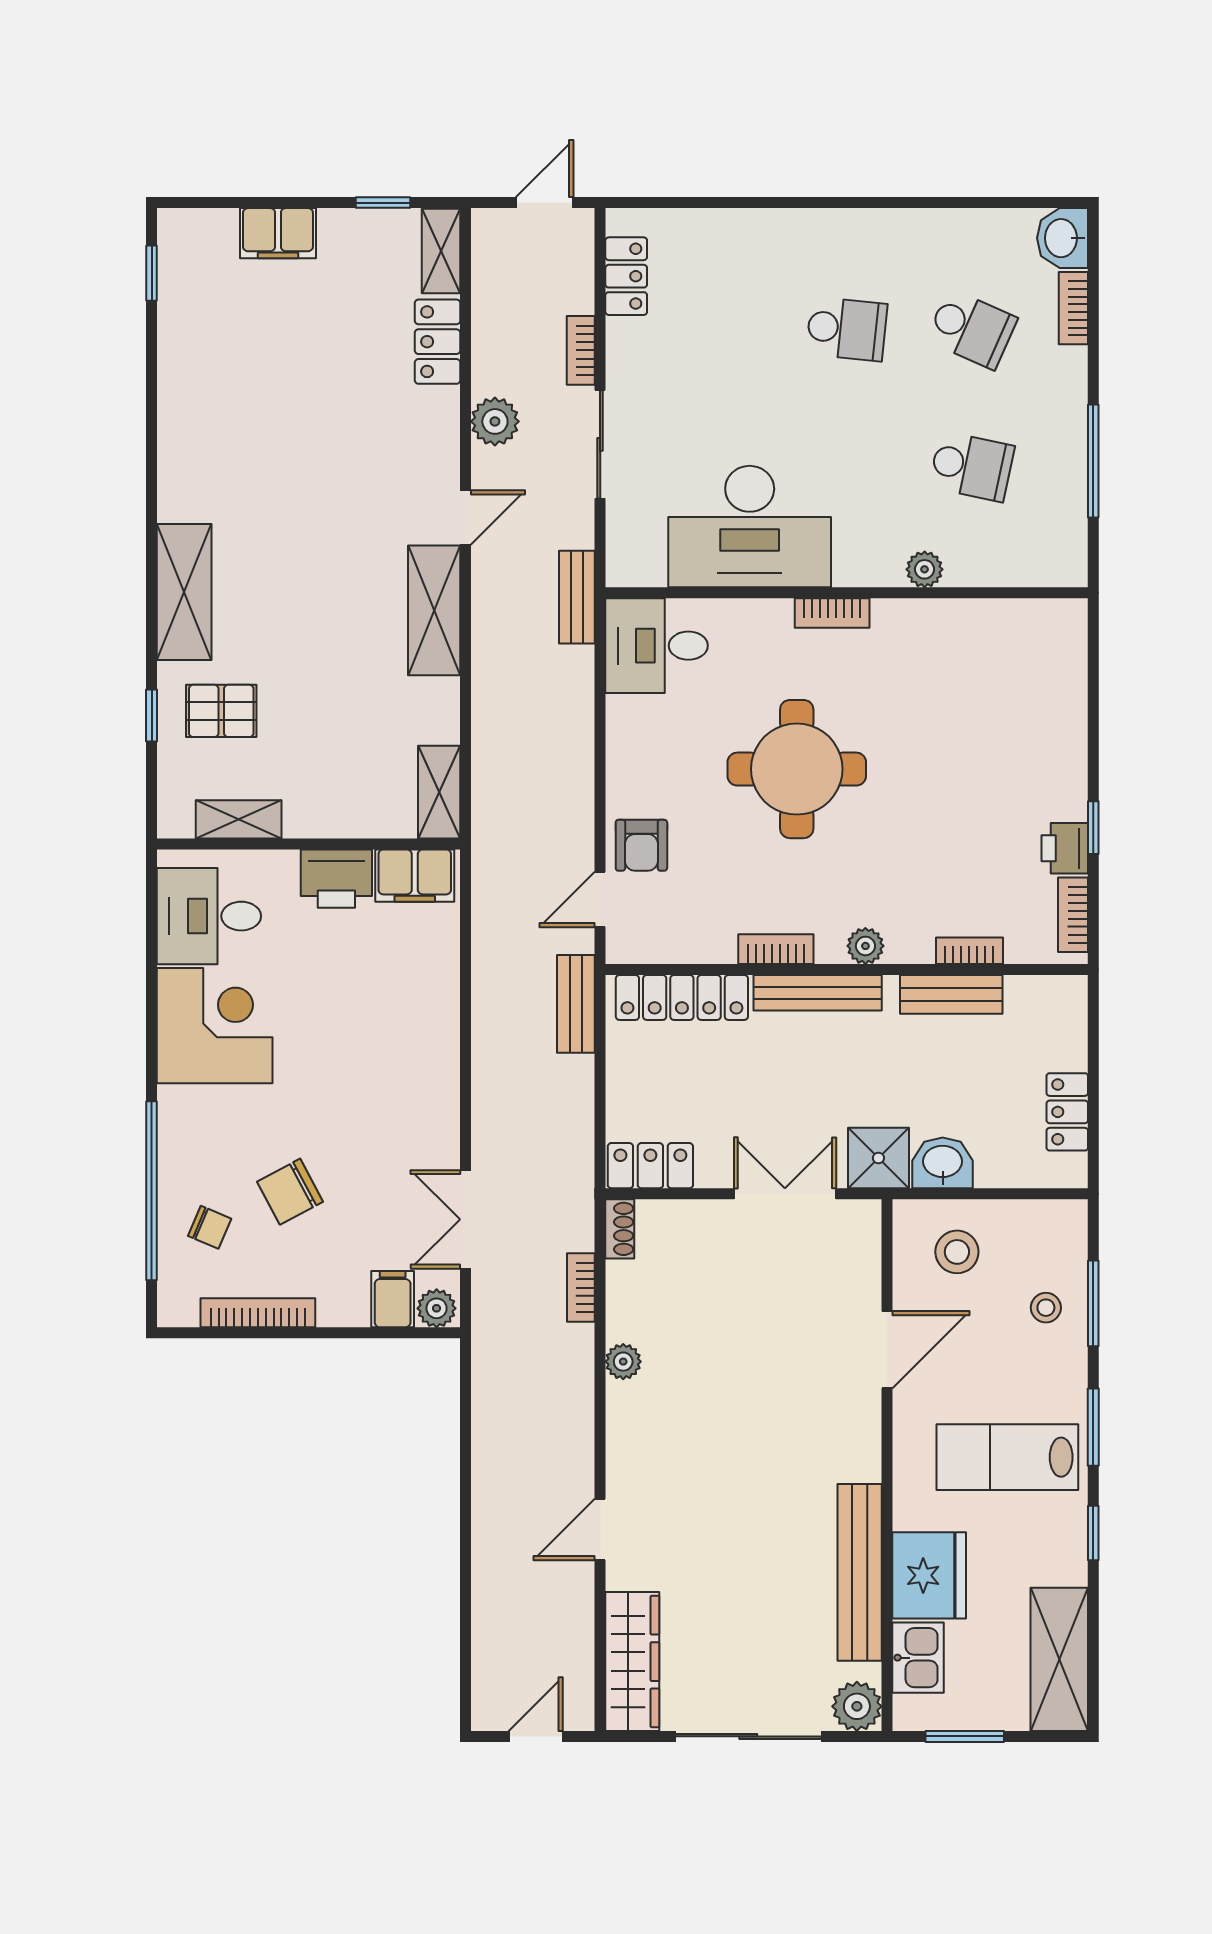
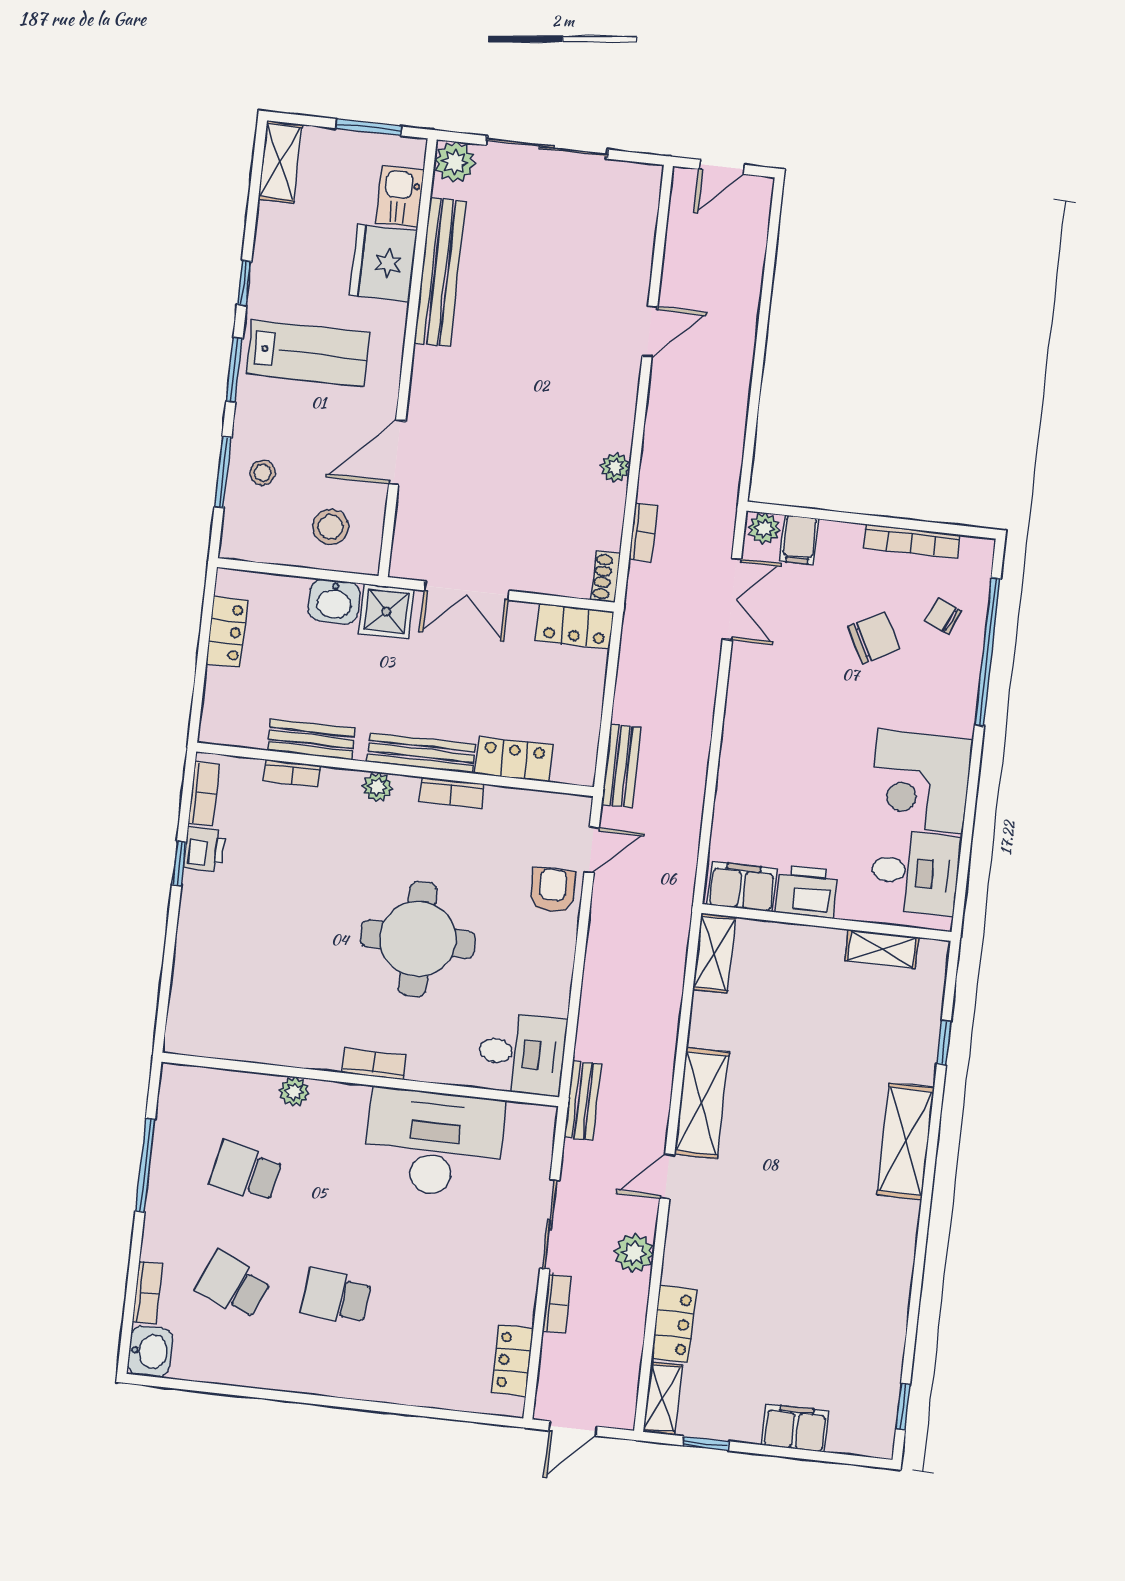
pallet: (221, 711) -> (886, 1040), removed
locker: (682, 997) -> (514, 759), width x0.66
shelving: (1059, 1659) -> (280, 162), width x0.67, depth x0.75
wardrobe: (632, 1662) -> (635, 220), removed

